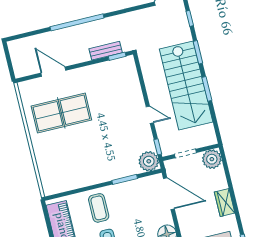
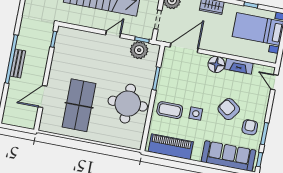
bench: (106, 51) -> (18, 63), moved
plant: (149, 161) -> (139, 50), moved
round table: (86, 162) -> (128, 104), added

